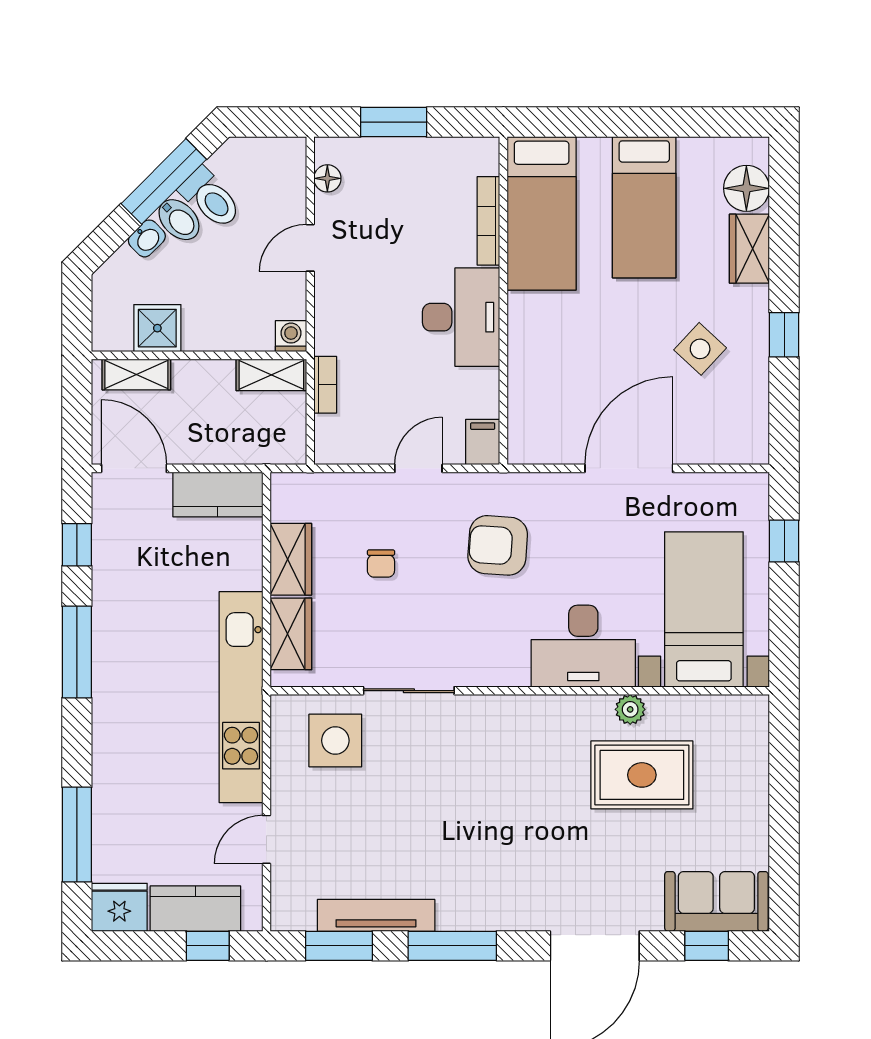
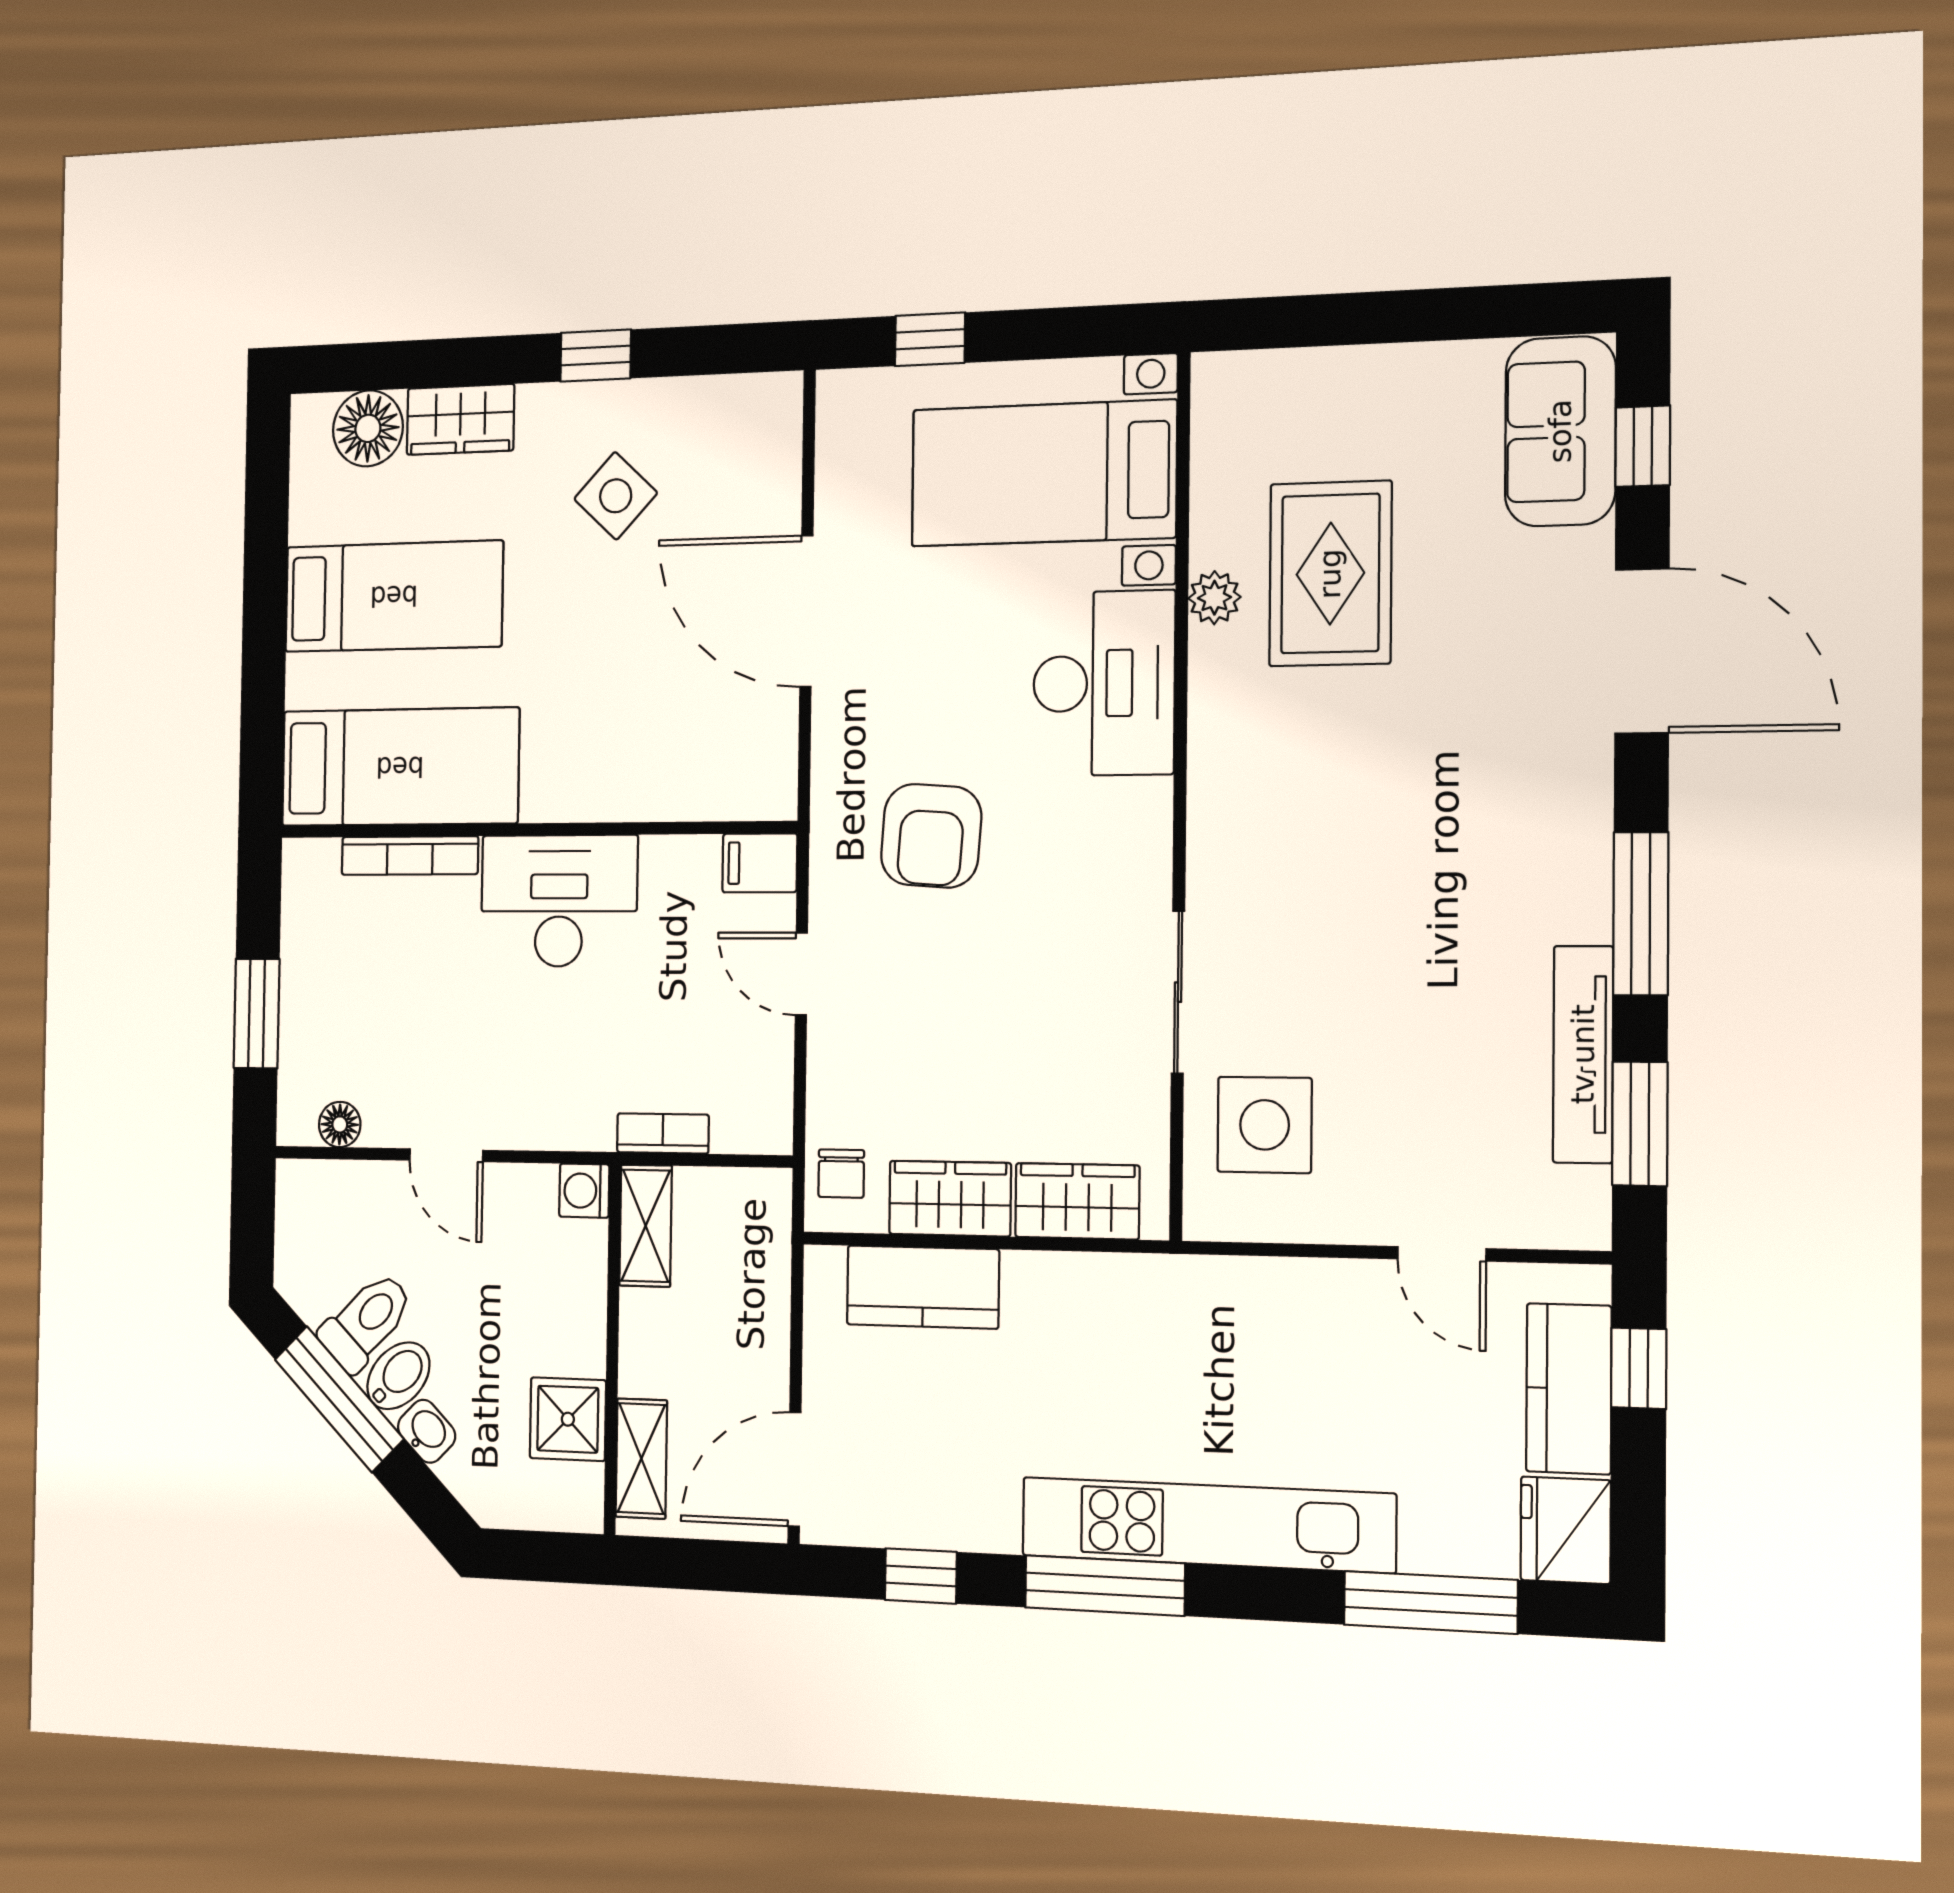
kitchen counter: (218, 494) -> (923, 1287), moved, turned 90
chair: (381, 563) -> (841, 1174), moved, turned 90
kitchen unit: (241, 697) -> (1207, 1525), moved, turned 180

